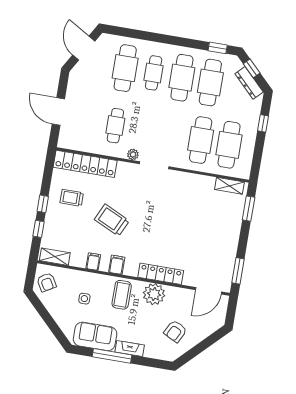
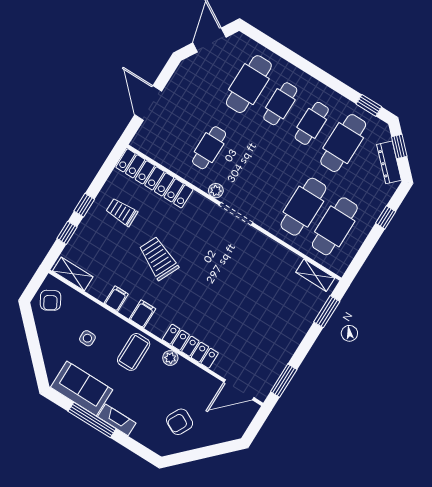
cafe table: (182, 78) -> (312, 123), width x0.73, depth x0.74
plant: (154, 294) -> (170, 358), width x0.53, depth x0.53

